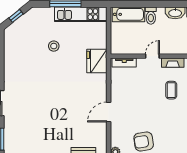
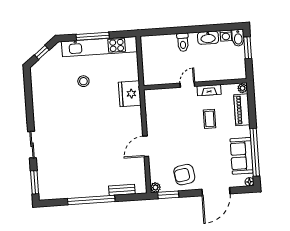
kitchen unit: (81, 14) -> (99, 47), width x1.36
bathtub: (129, 14) -> (159, 43), removed
tv unit: (124, 63) -> (158, 93), removed

